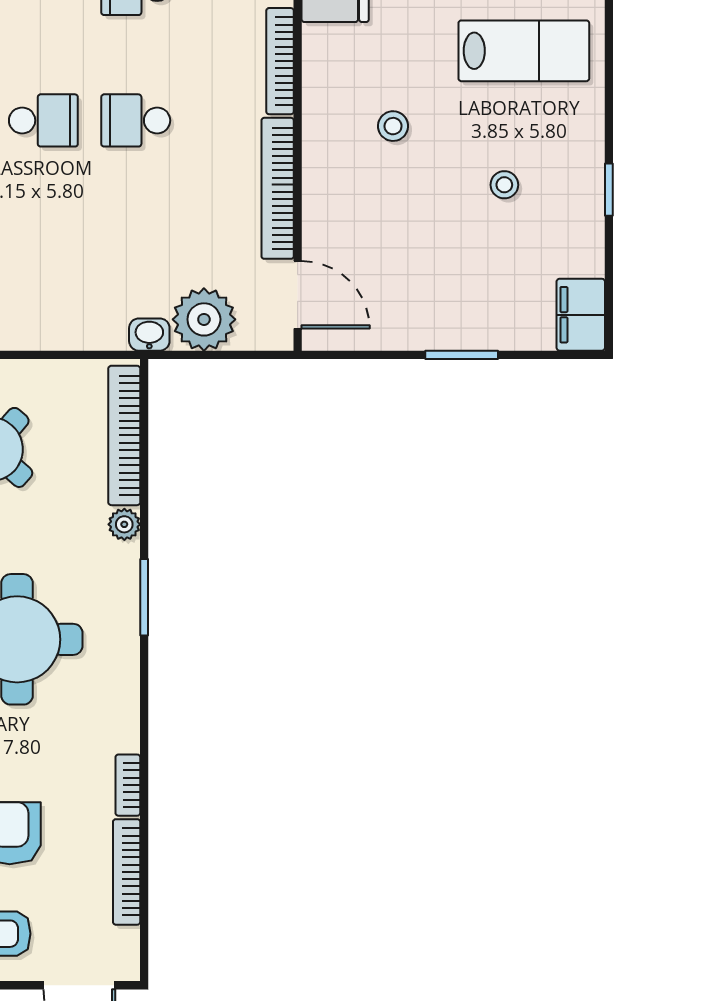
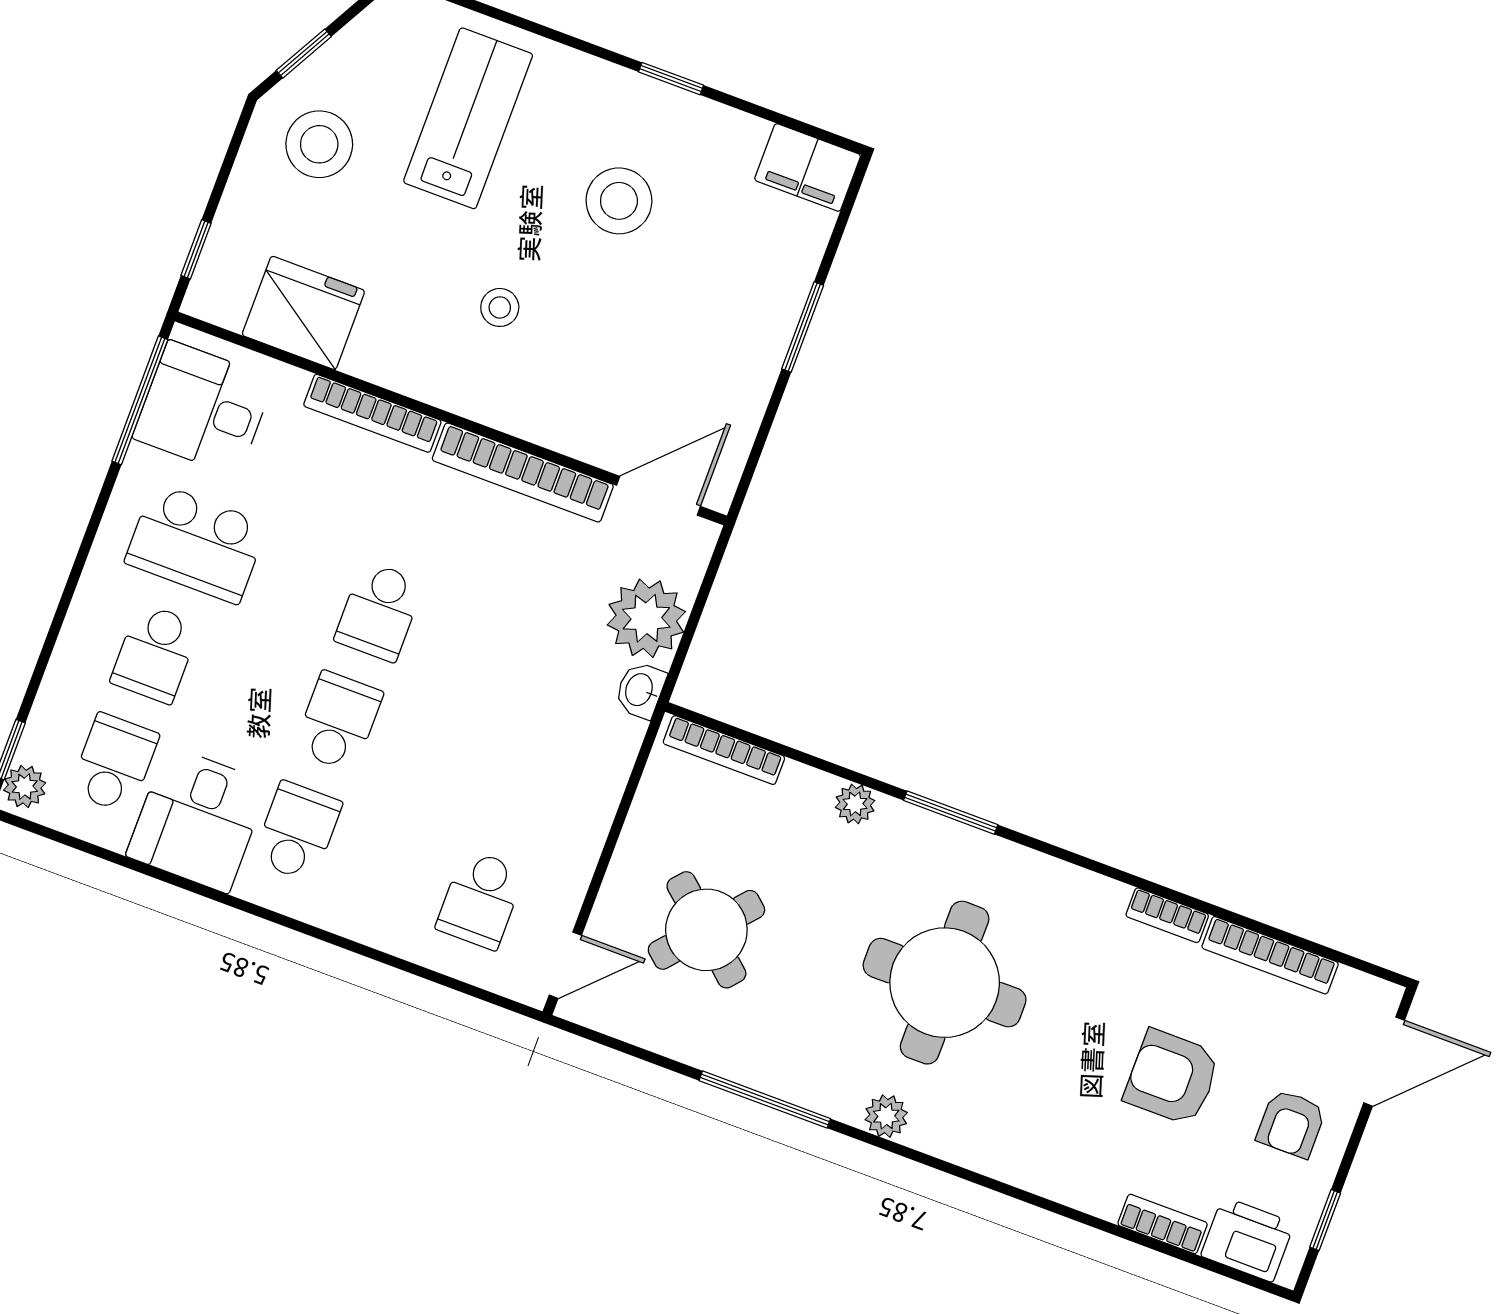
stool: (504, 185) -> (619, 201), width x1.89, depth x1.89
bookcase: (124, 435) -> (724, 750), width x0.68, depth x0.76

